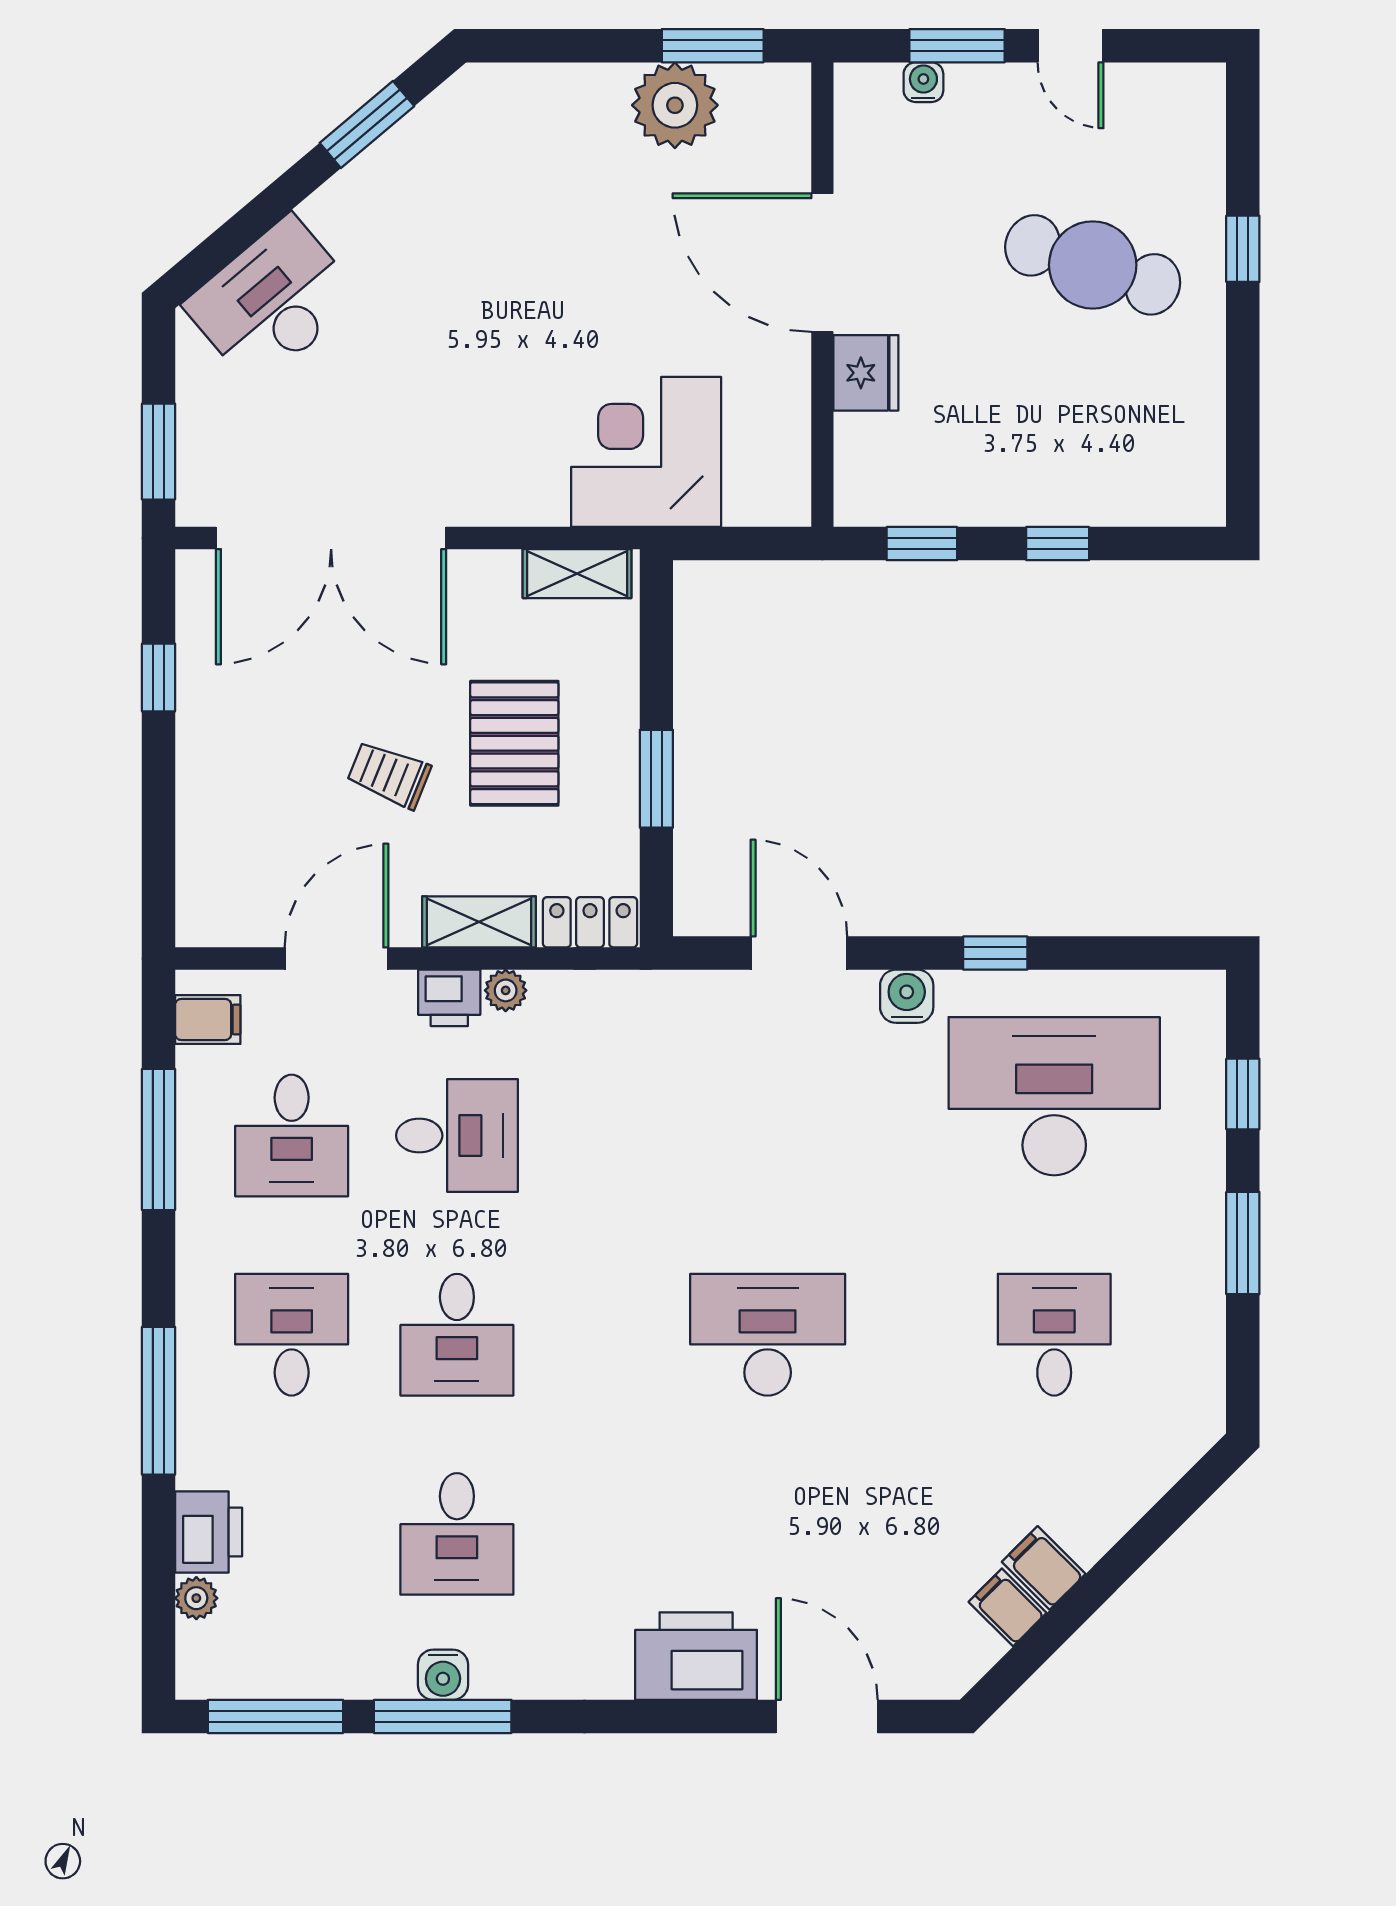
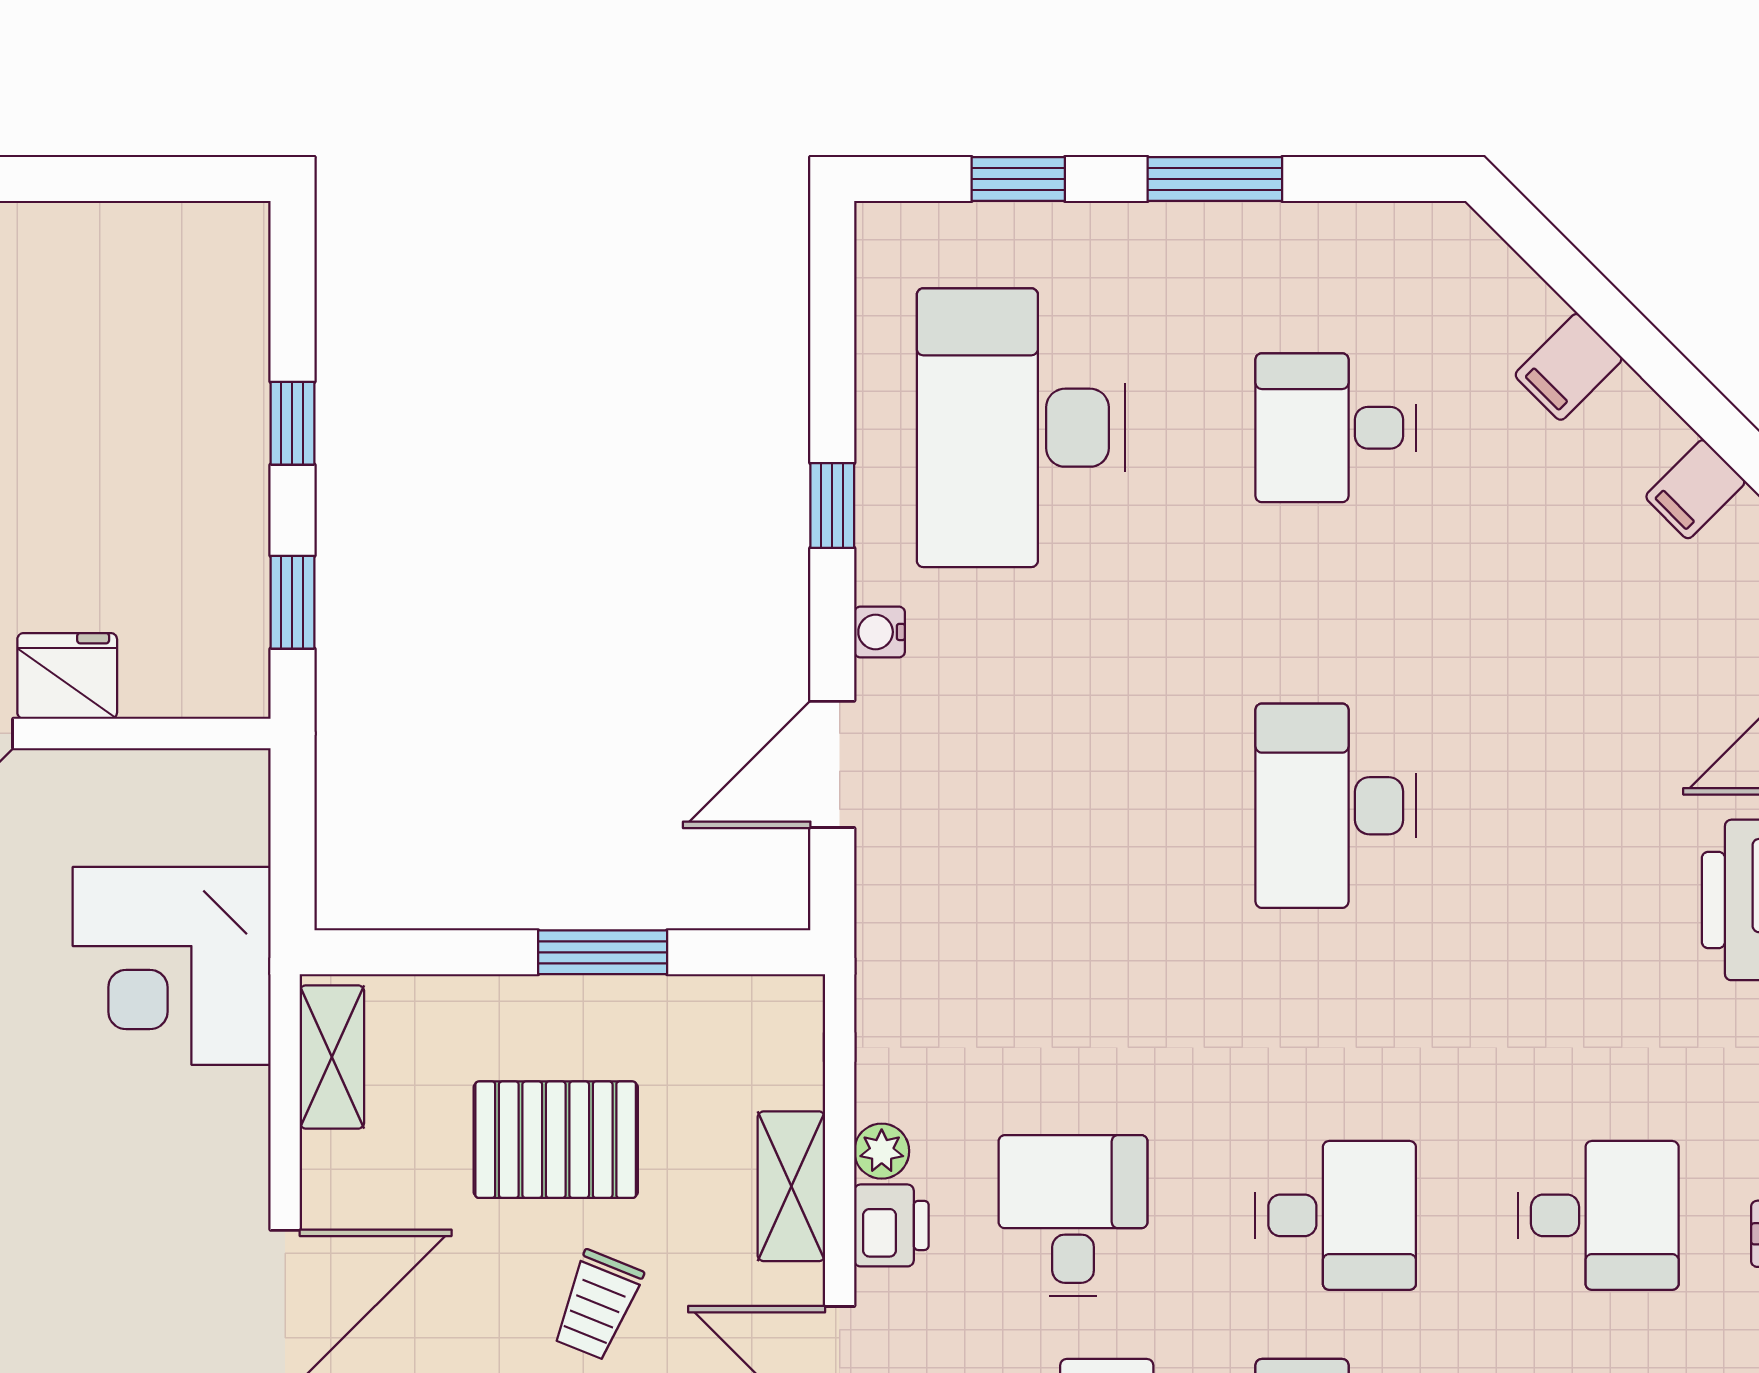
locker: (590, 922) -> (792, 1040), removed
water cooler: (907, 996) -> (880, 632), width x0.72, depth x0.72
filing cabinet: (1044, 1568) -> (1569, 367), moved

